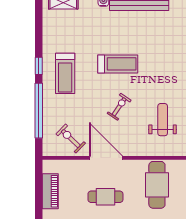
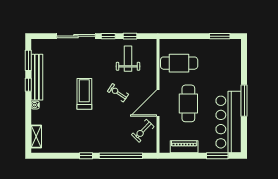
treadmill: (65, 73) -> (92, 135), removed
weight bench: (163, 120) -> (128, 59), turned 90
cafe table: (105, 197) -> (188, 103), width x1.37, depth x1.35

